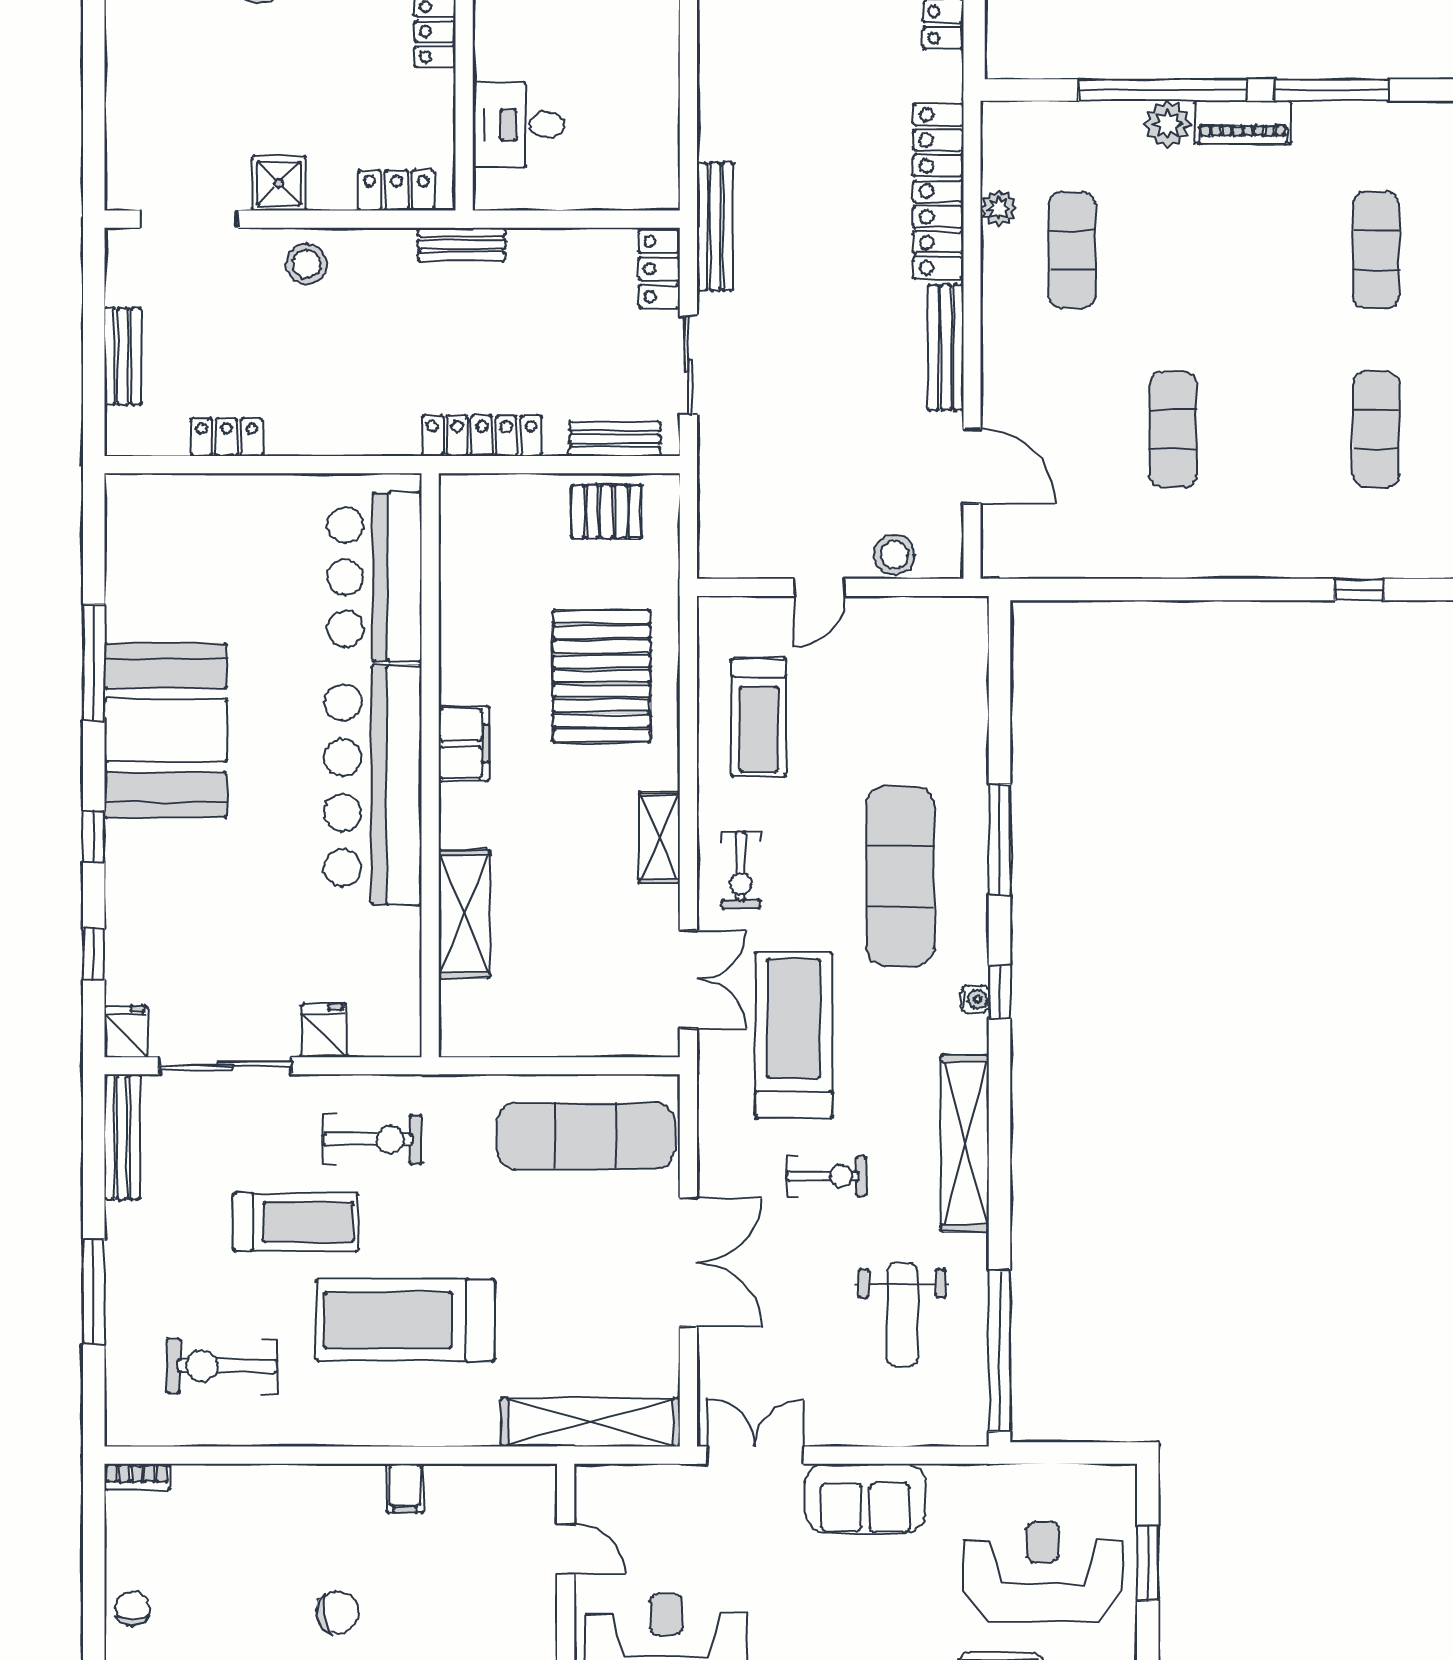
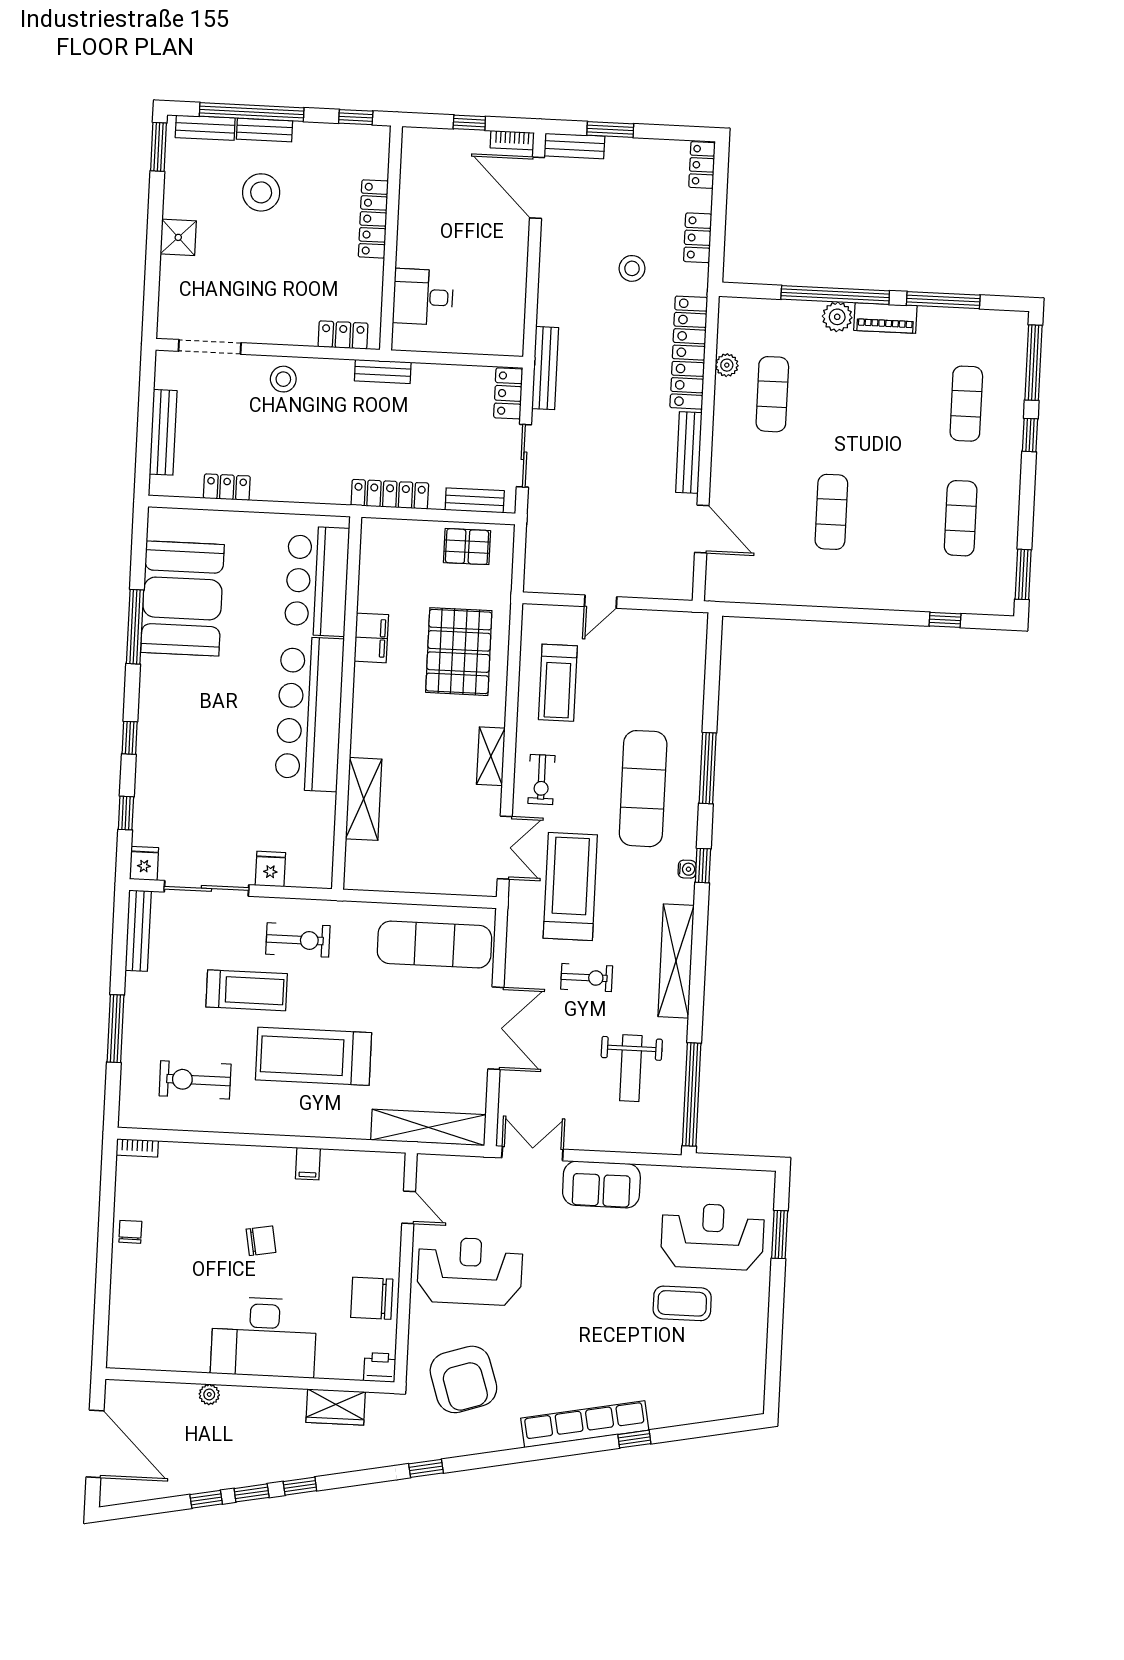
shower: (279, 184) -> (178, 237), moved
bench: (123, 356) -> (163, 432), width x1.36
stool: (894, 555) -> (632, 268), moved
booth: (166, 730) -> (182, 598), moved
filing cabinet: (464, 744) -> (371, 638), moved

